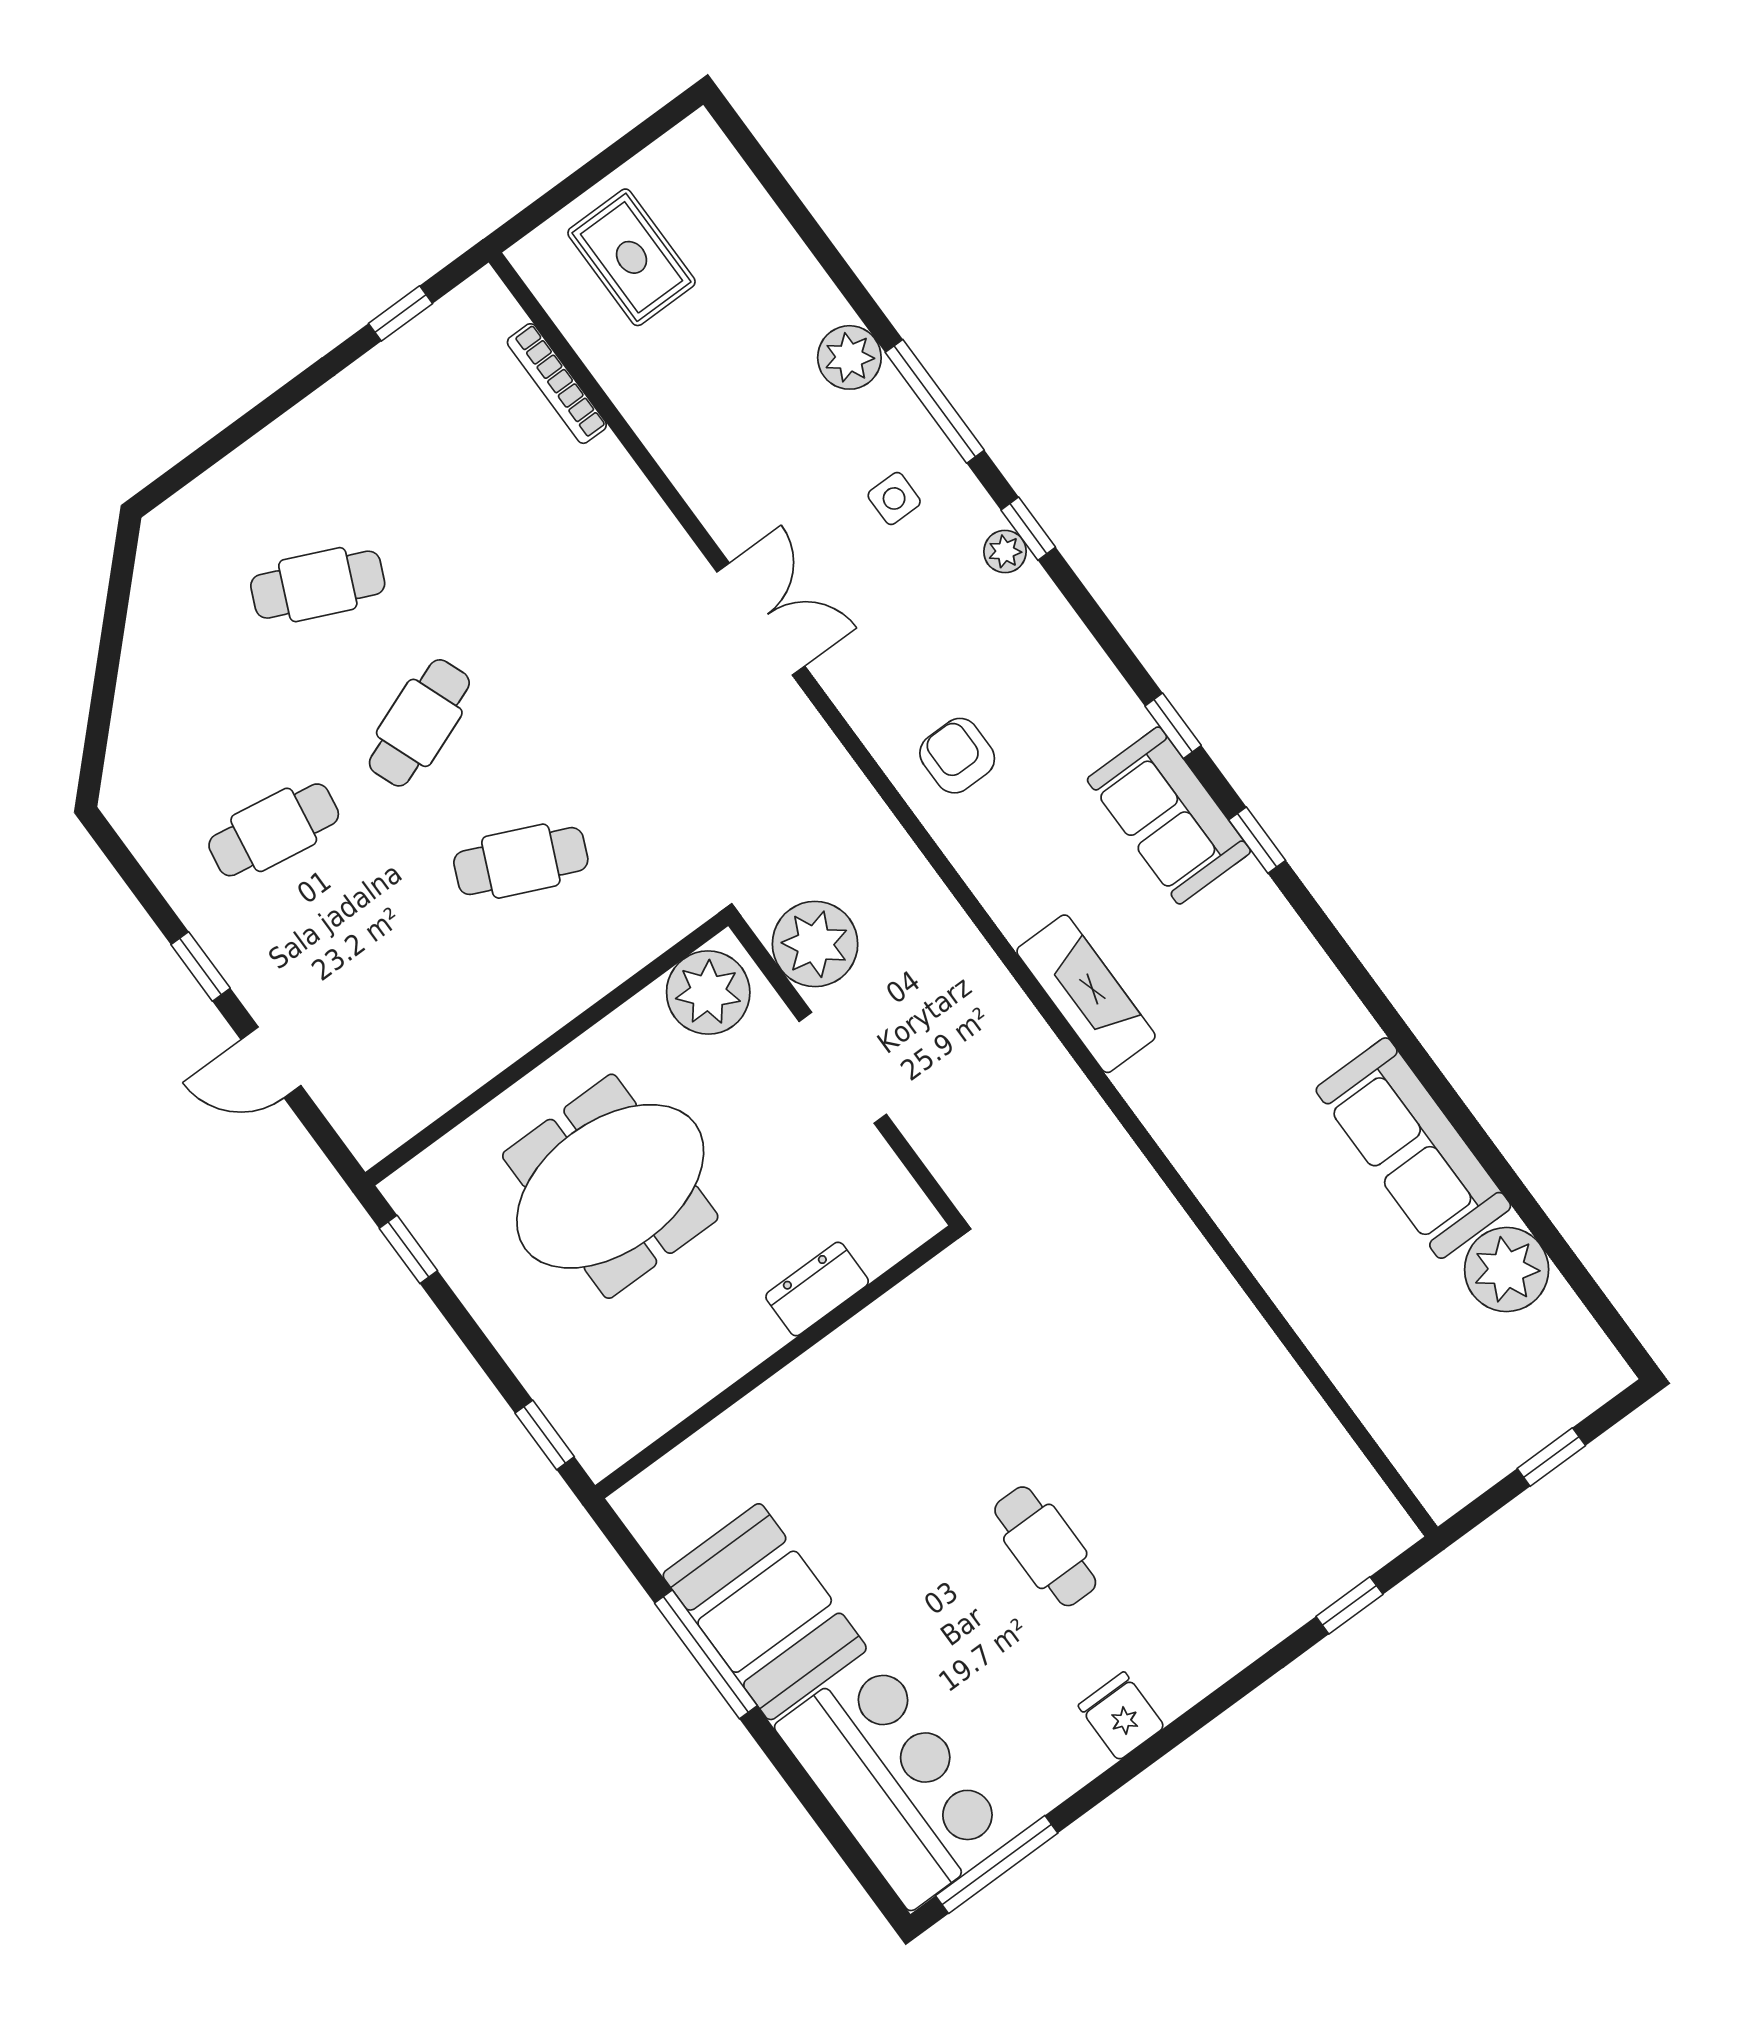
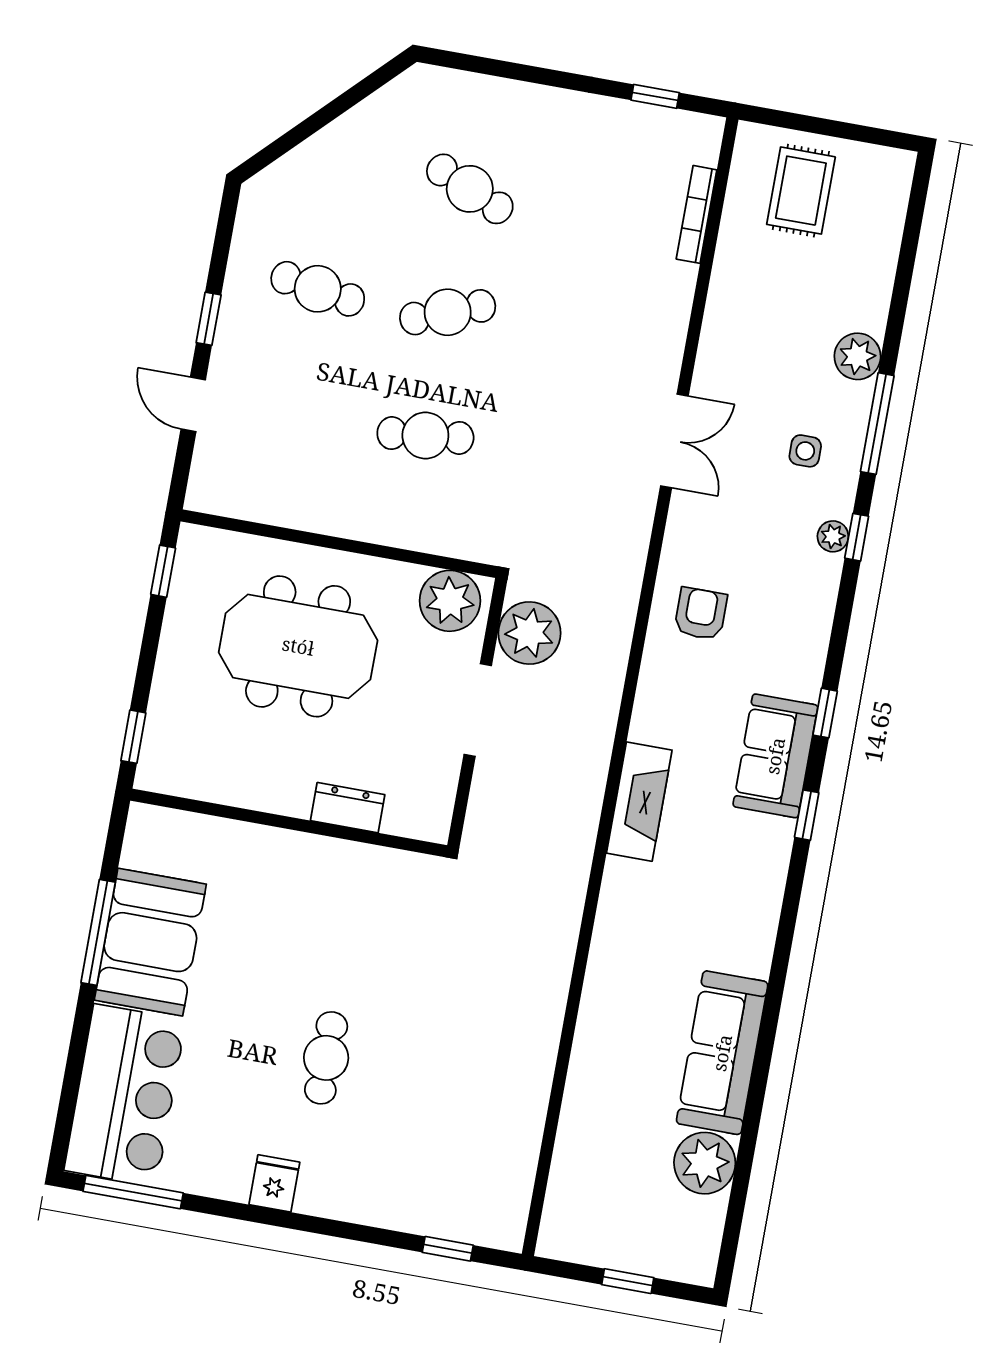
cafe table: (521, 861) -> (425, 435), turned -30

